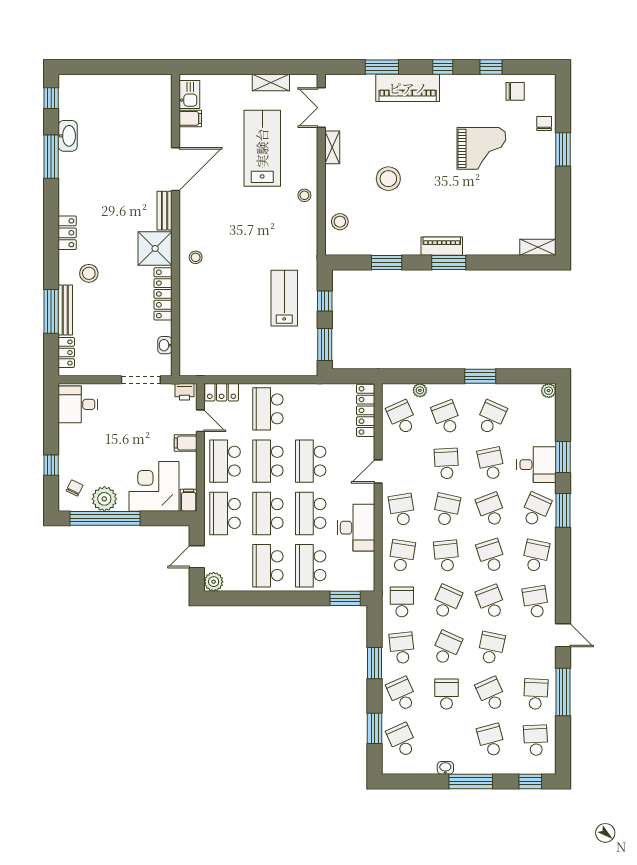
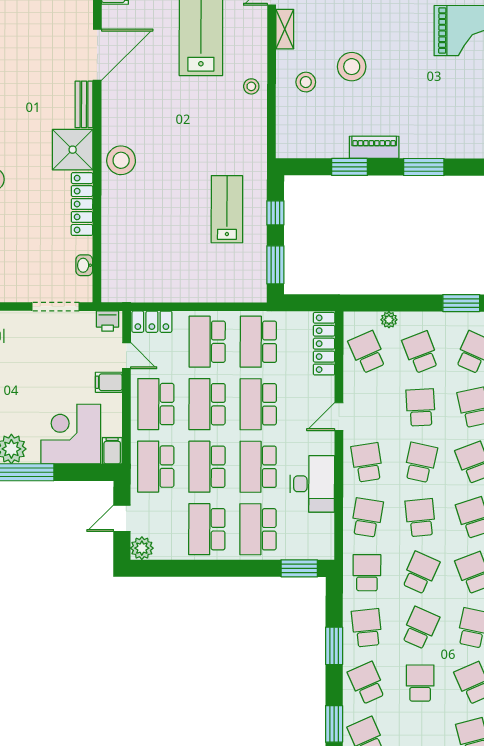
stool: (340, 222) -> (306, 82), moved
piano: (442, 246) -> (374, 147), moved
stool: (196, 257) -> (121, 160), width x1.89, depth x1.89
school desk: (311, 409) -> (258, 342), added

